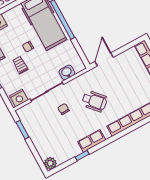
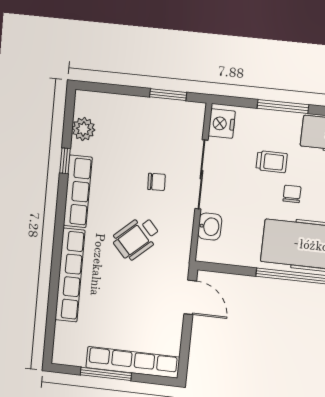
row of seats: (92, 141) -> (78, 191), width x1.48
plant: (50, 163) -> (83, 129), moved

